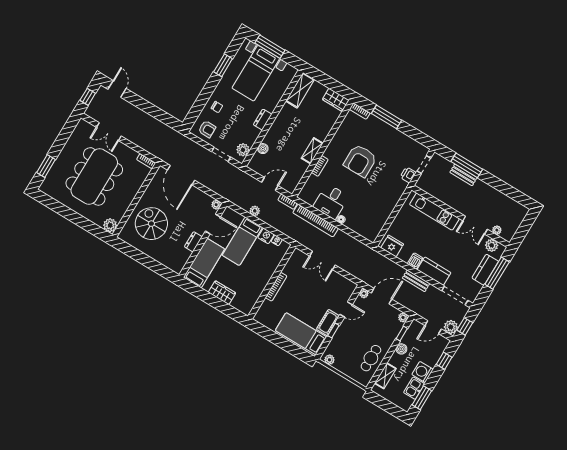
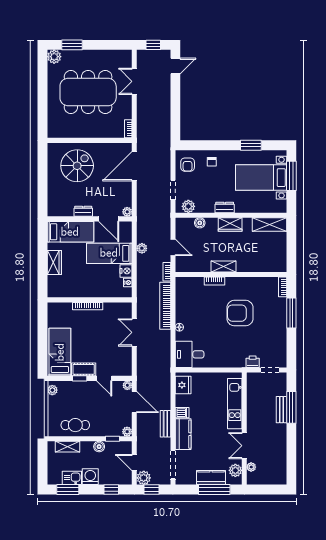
wardrobe: (336, 100) -> (230, 225), moved, turned -90
desk: (331, 201) -> (190, 354), moved
plant: (110, 225) -> (54, 57), moved

